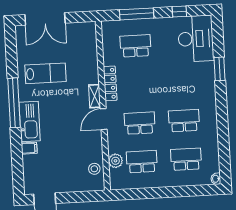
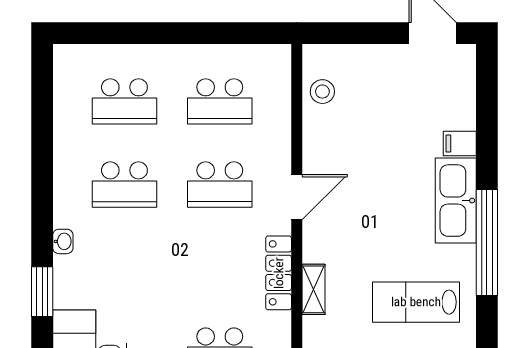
shelving: (95, 96) -> (313, 289), moved
plant: (115, 161) -> (276, 106), removed
washbasin: (216, 179) -> (63, 241), moved

